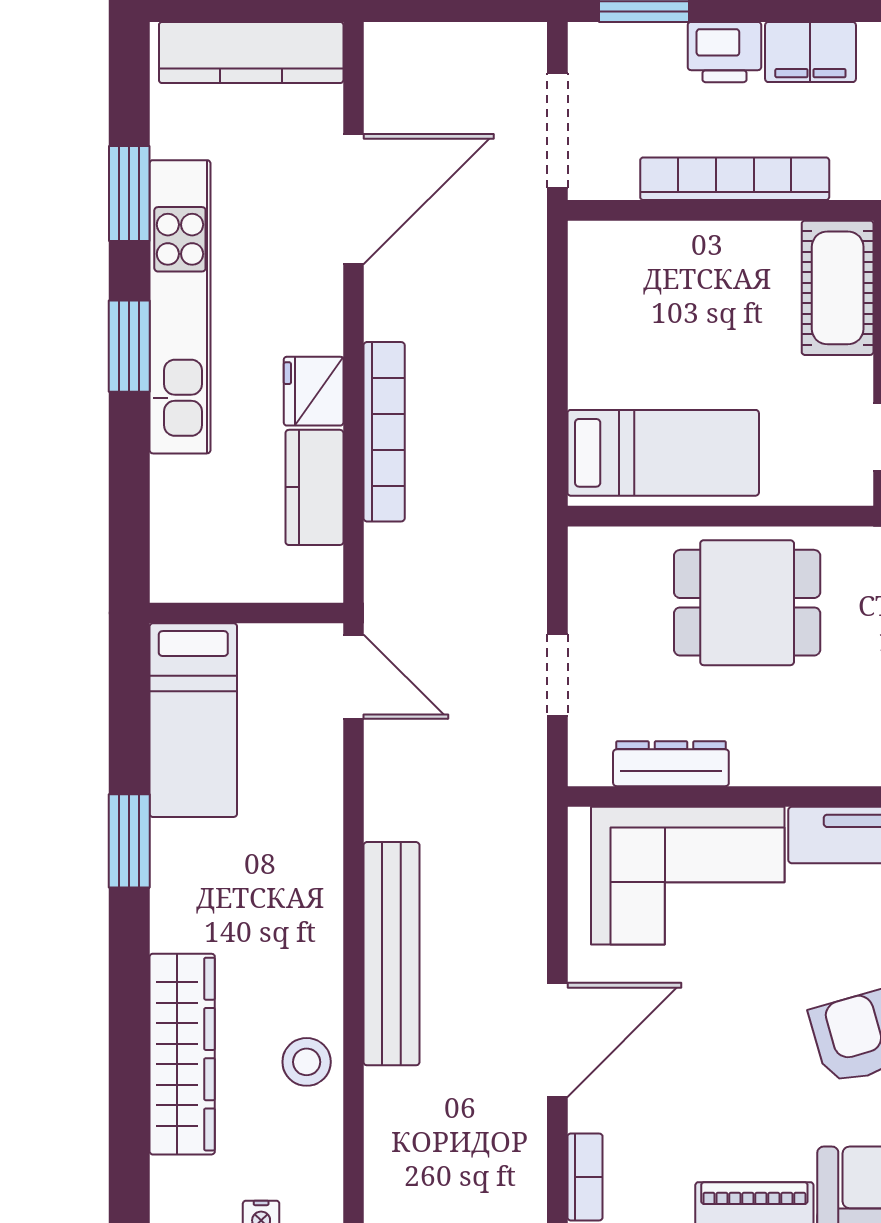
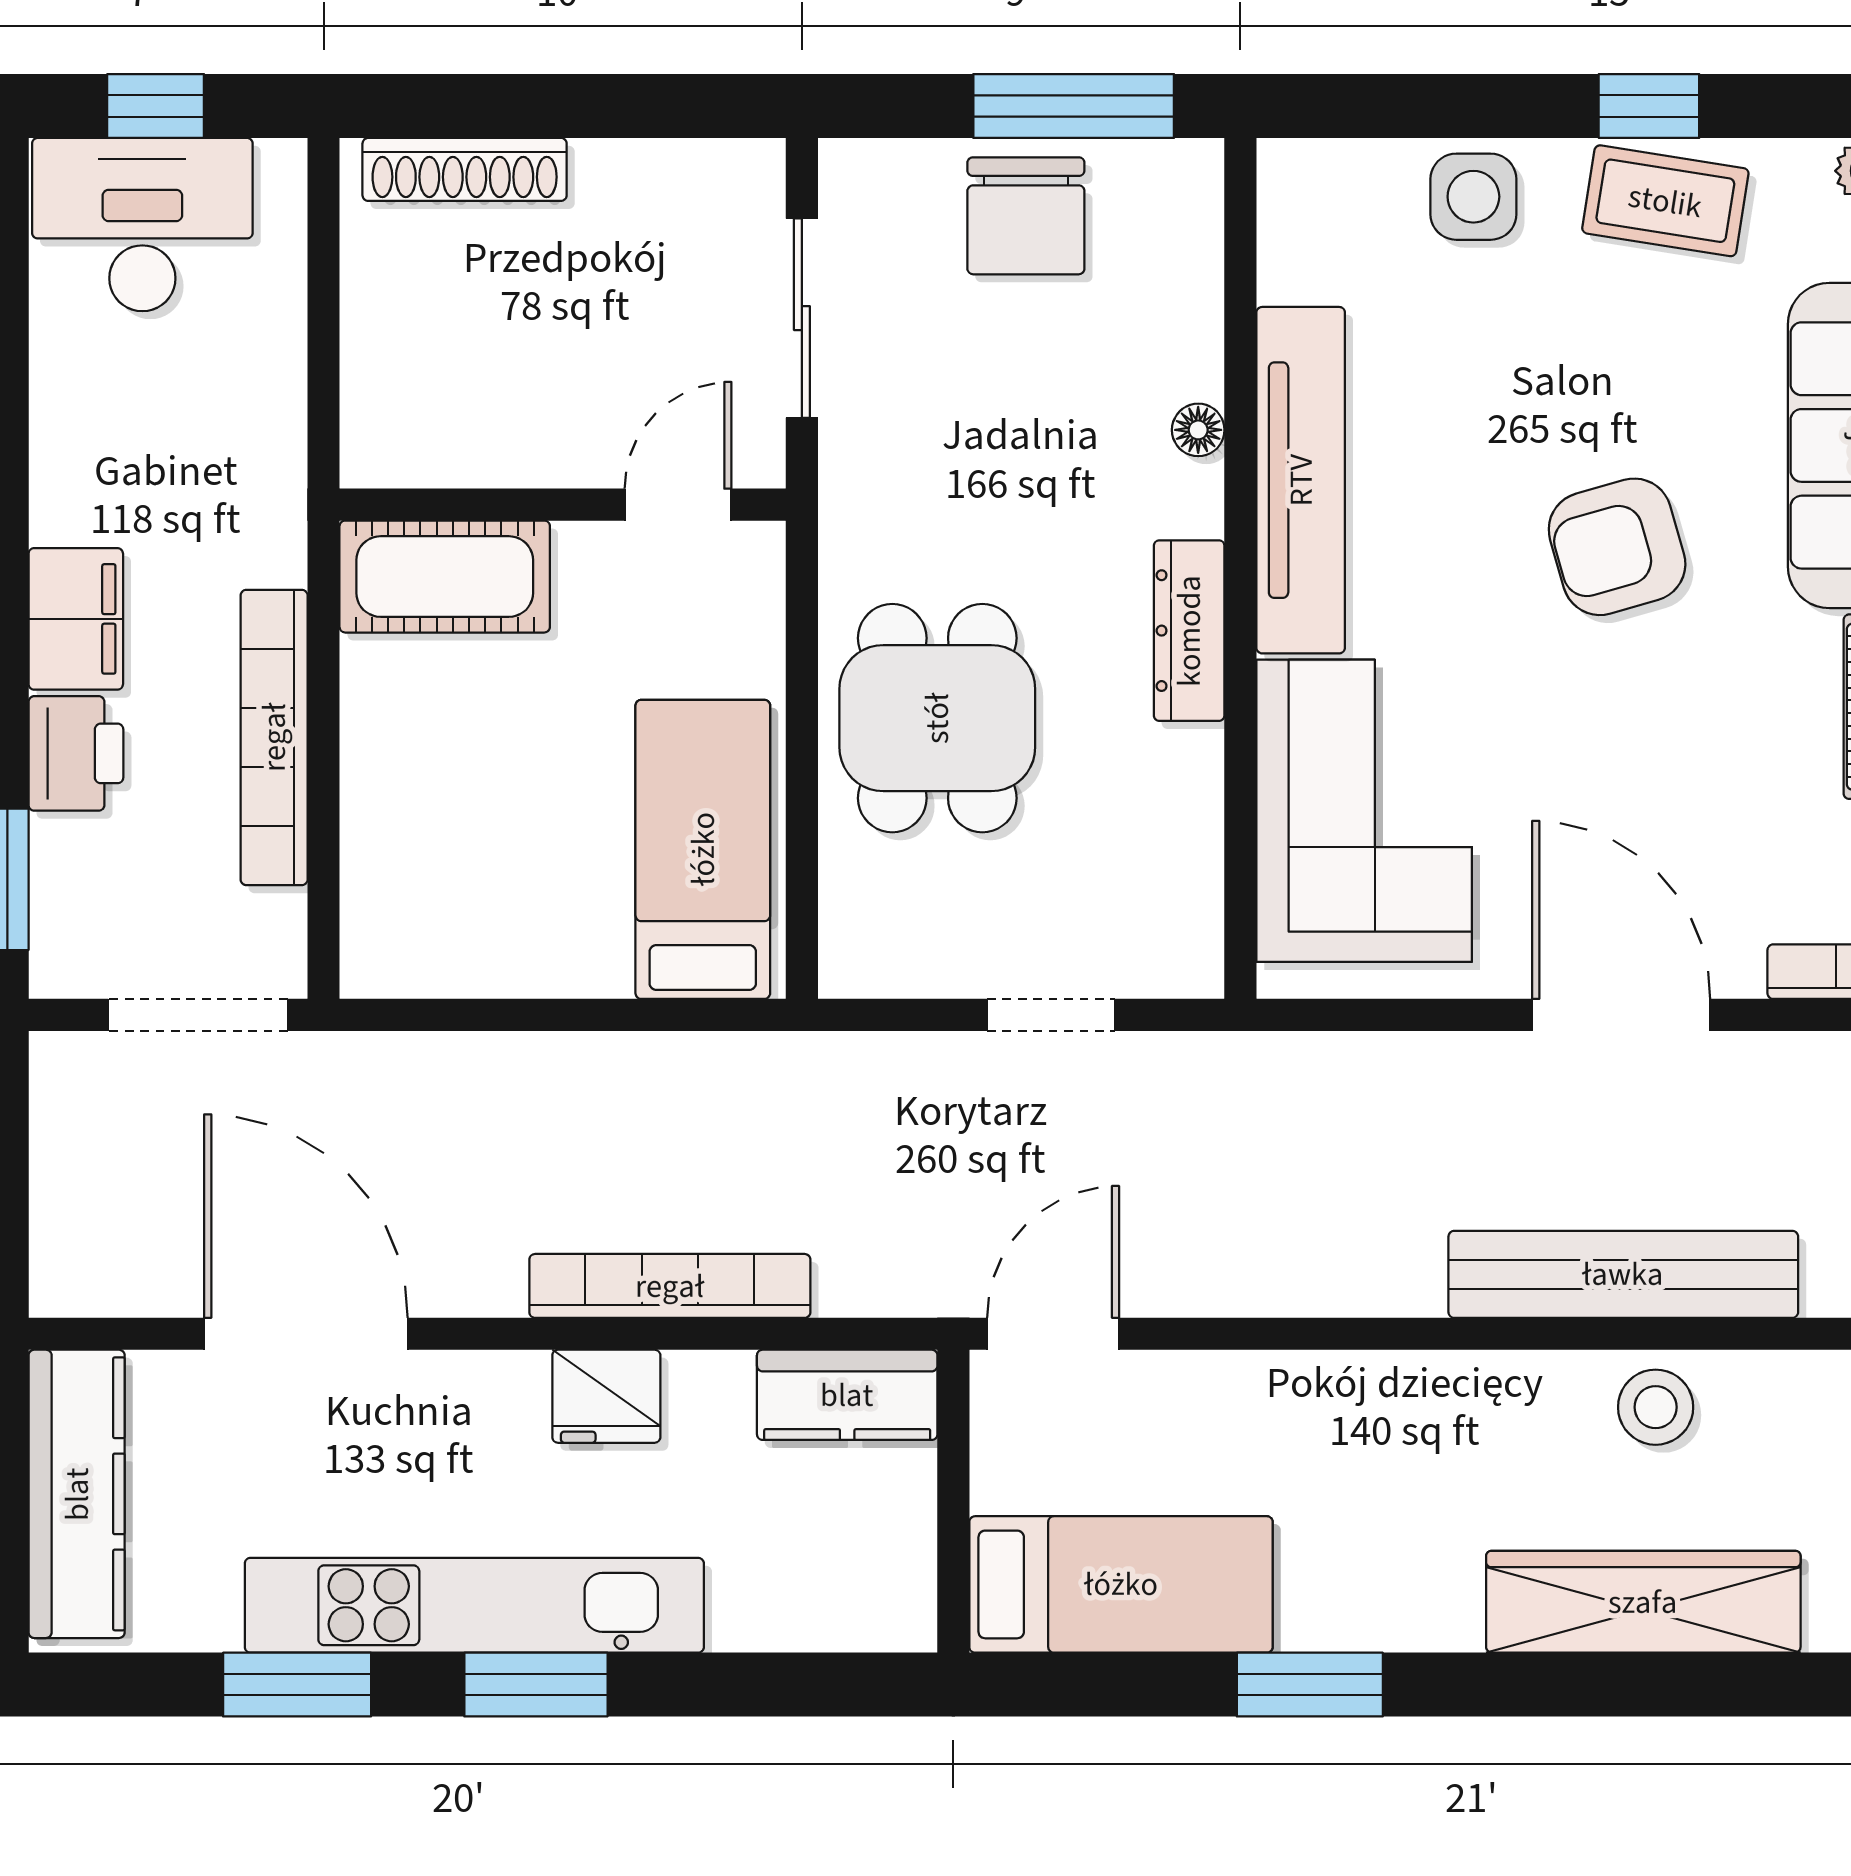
kitchen counter: (314, 487) -> (847, 1395), moved
dresser: (671, 764) -> (1189, 631), moved
bench: (392, 954) -> (1623, 1274), moved

